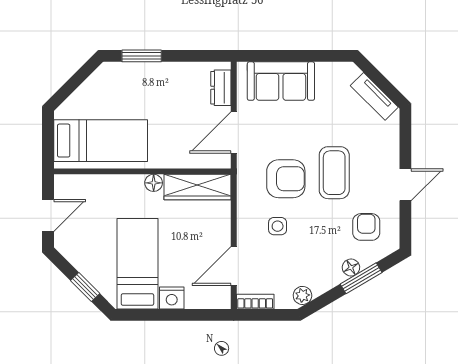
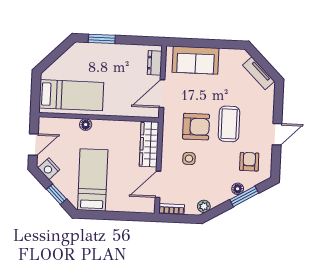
floor lamp: (154, 183) -> (86, 125), moved
wardrobe: (198, 187) -> (149, 144), moved, turned 90
nightstand: (172, 298) -> (49, 169), moved, turned 45

